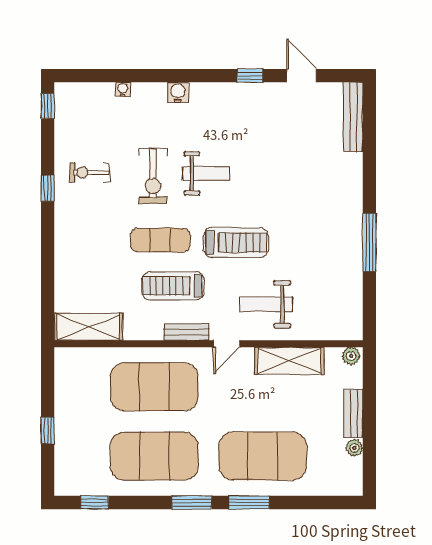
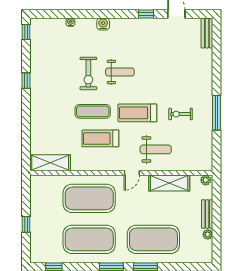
bench: (353, 117) -> (207, 33), width x0.73
exercise bike: (90, 172) -> (181, 114), moved
treadmill: (236, 243) -> (137, 113), turned 180
weight bench: (267, 304) -> (156, 149), turned 180
bench: (187, 332) -> (108, 166), removed

